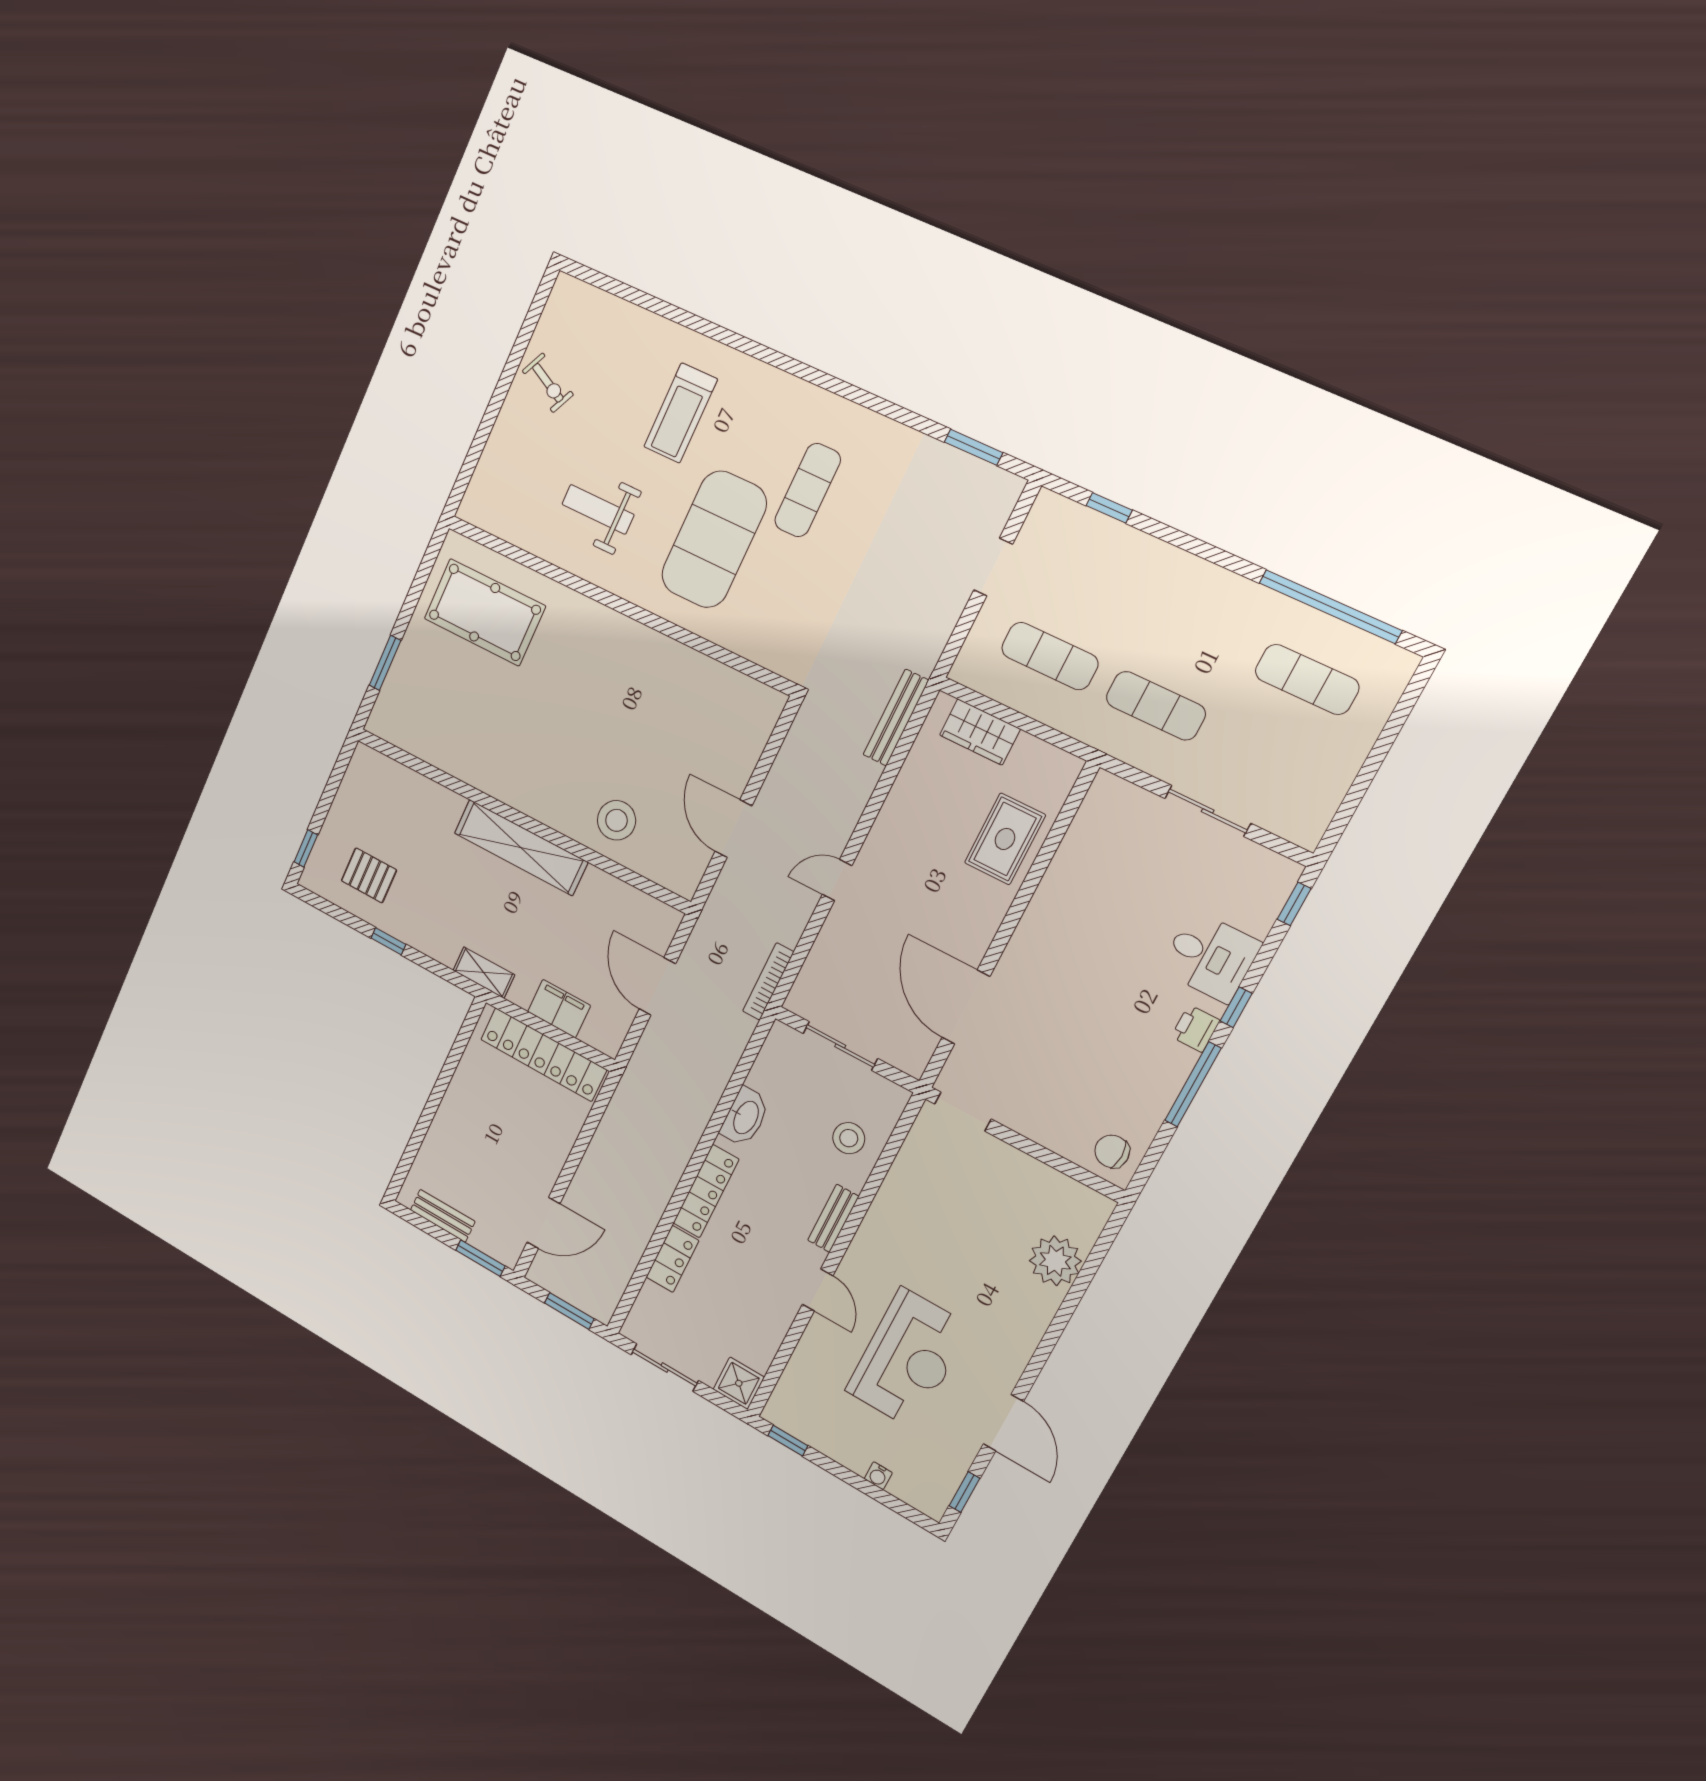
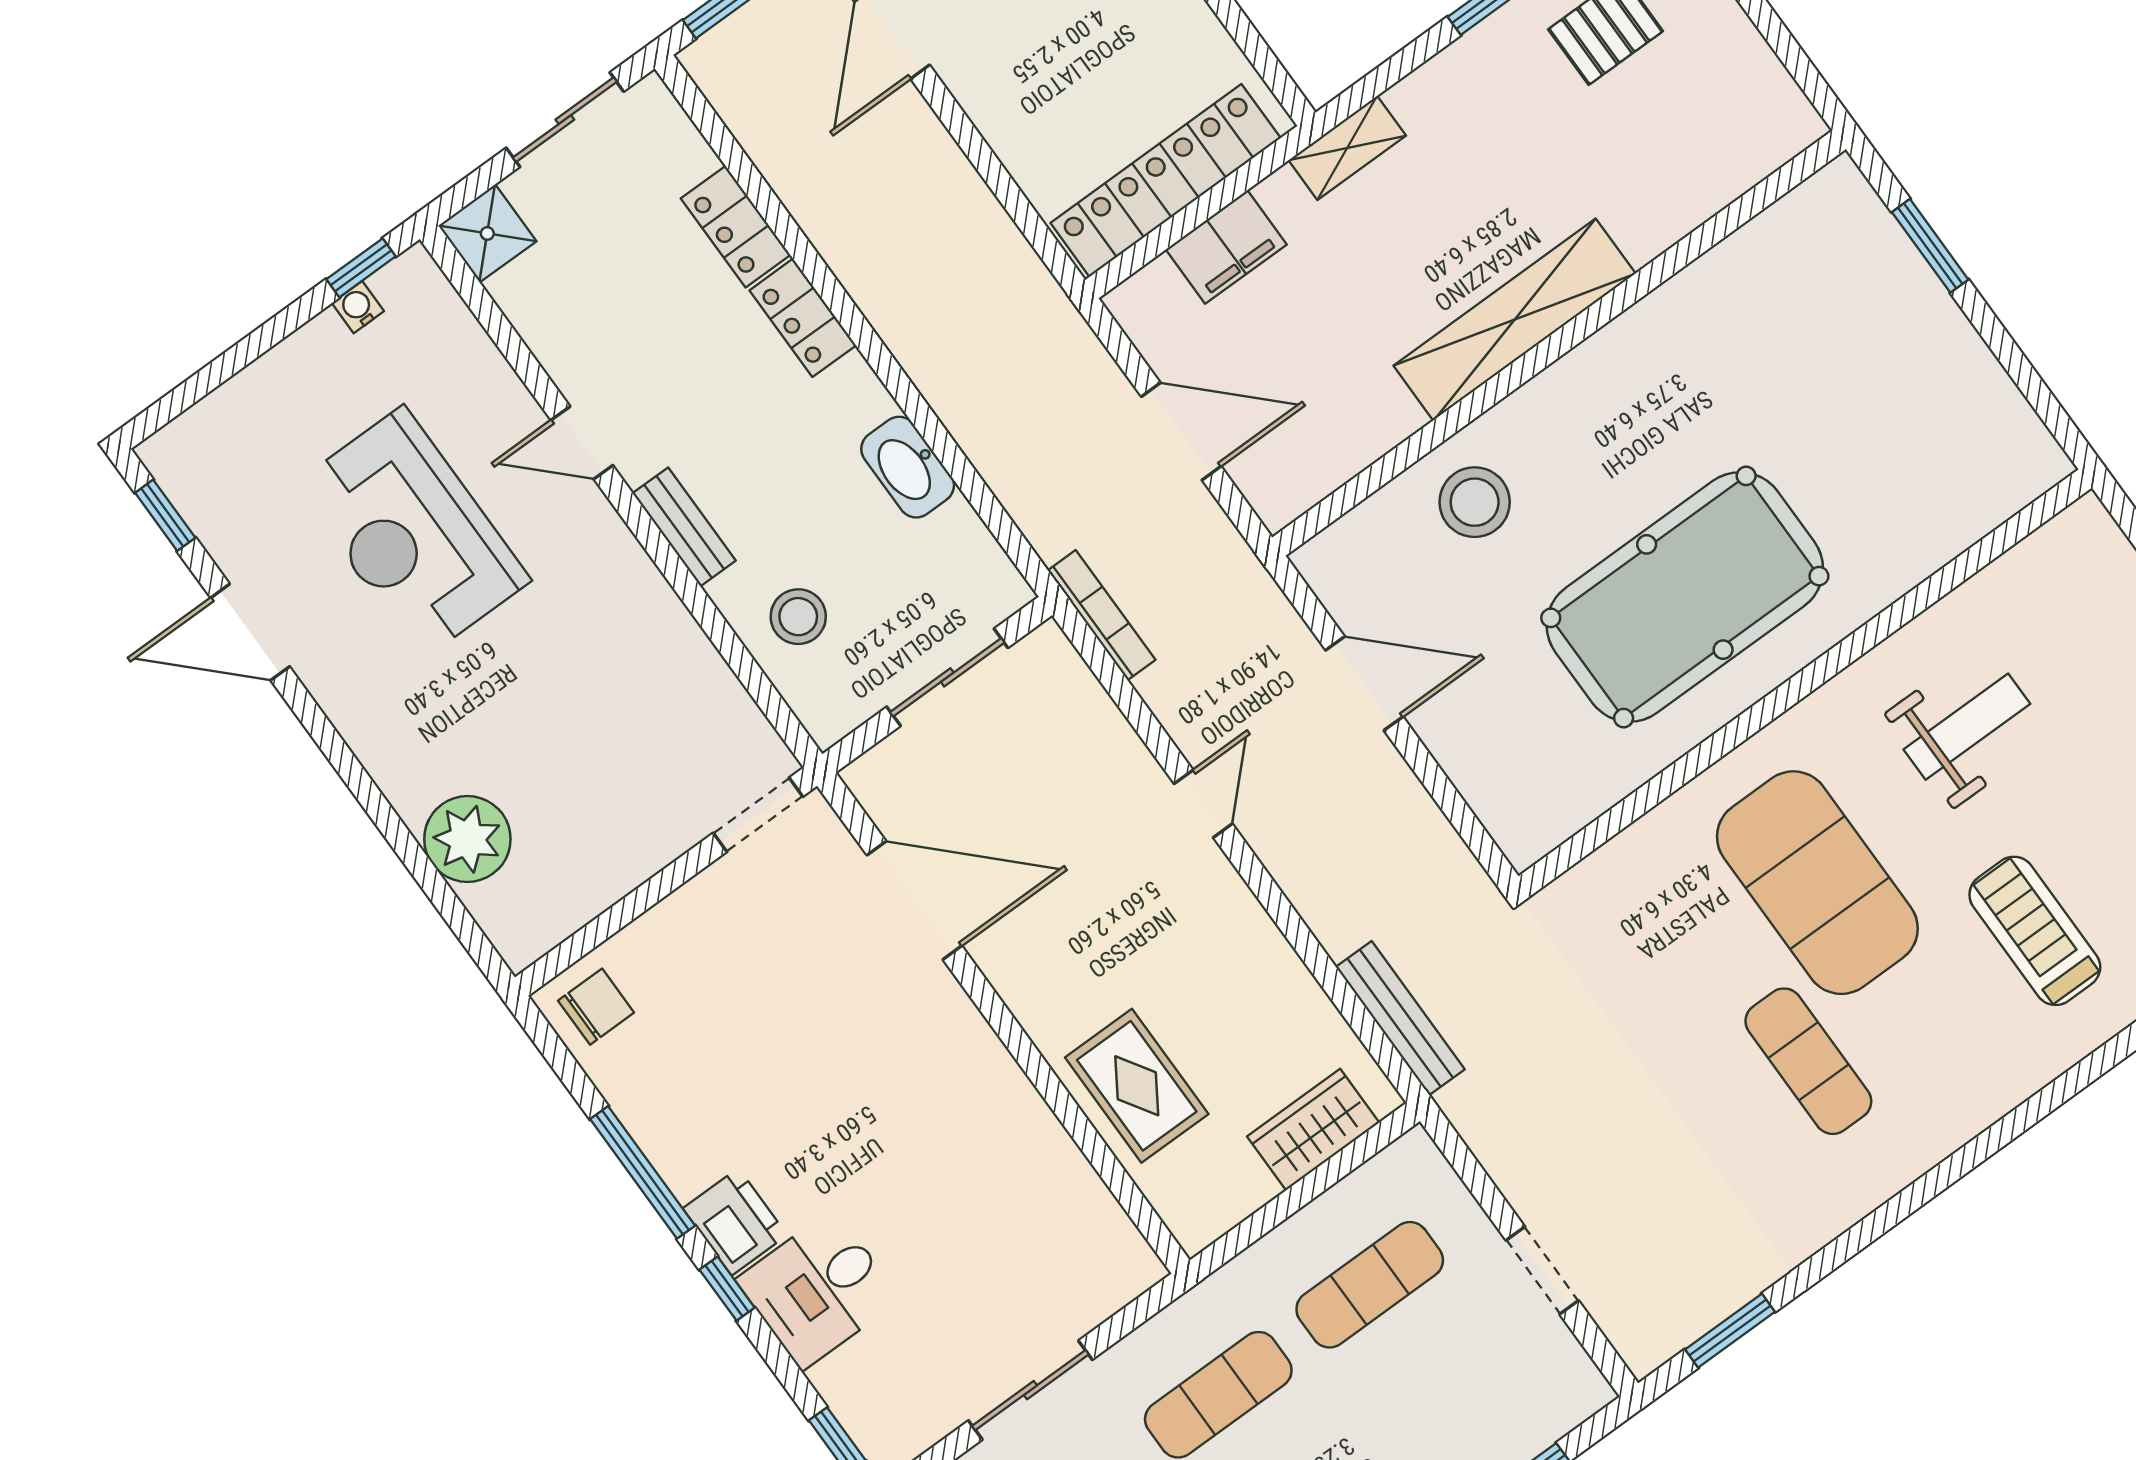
pool table: (485, 612) -> (1685, 597), moved, width x1.36, depth x1.32
printer: (1195, 1029) -> (735, 1222), width x1.36, depth x1.24
locker: (706, 1191) -> (803, 318), width x0.66
water cooler: (878, 1476) -> (358, 307), moved

